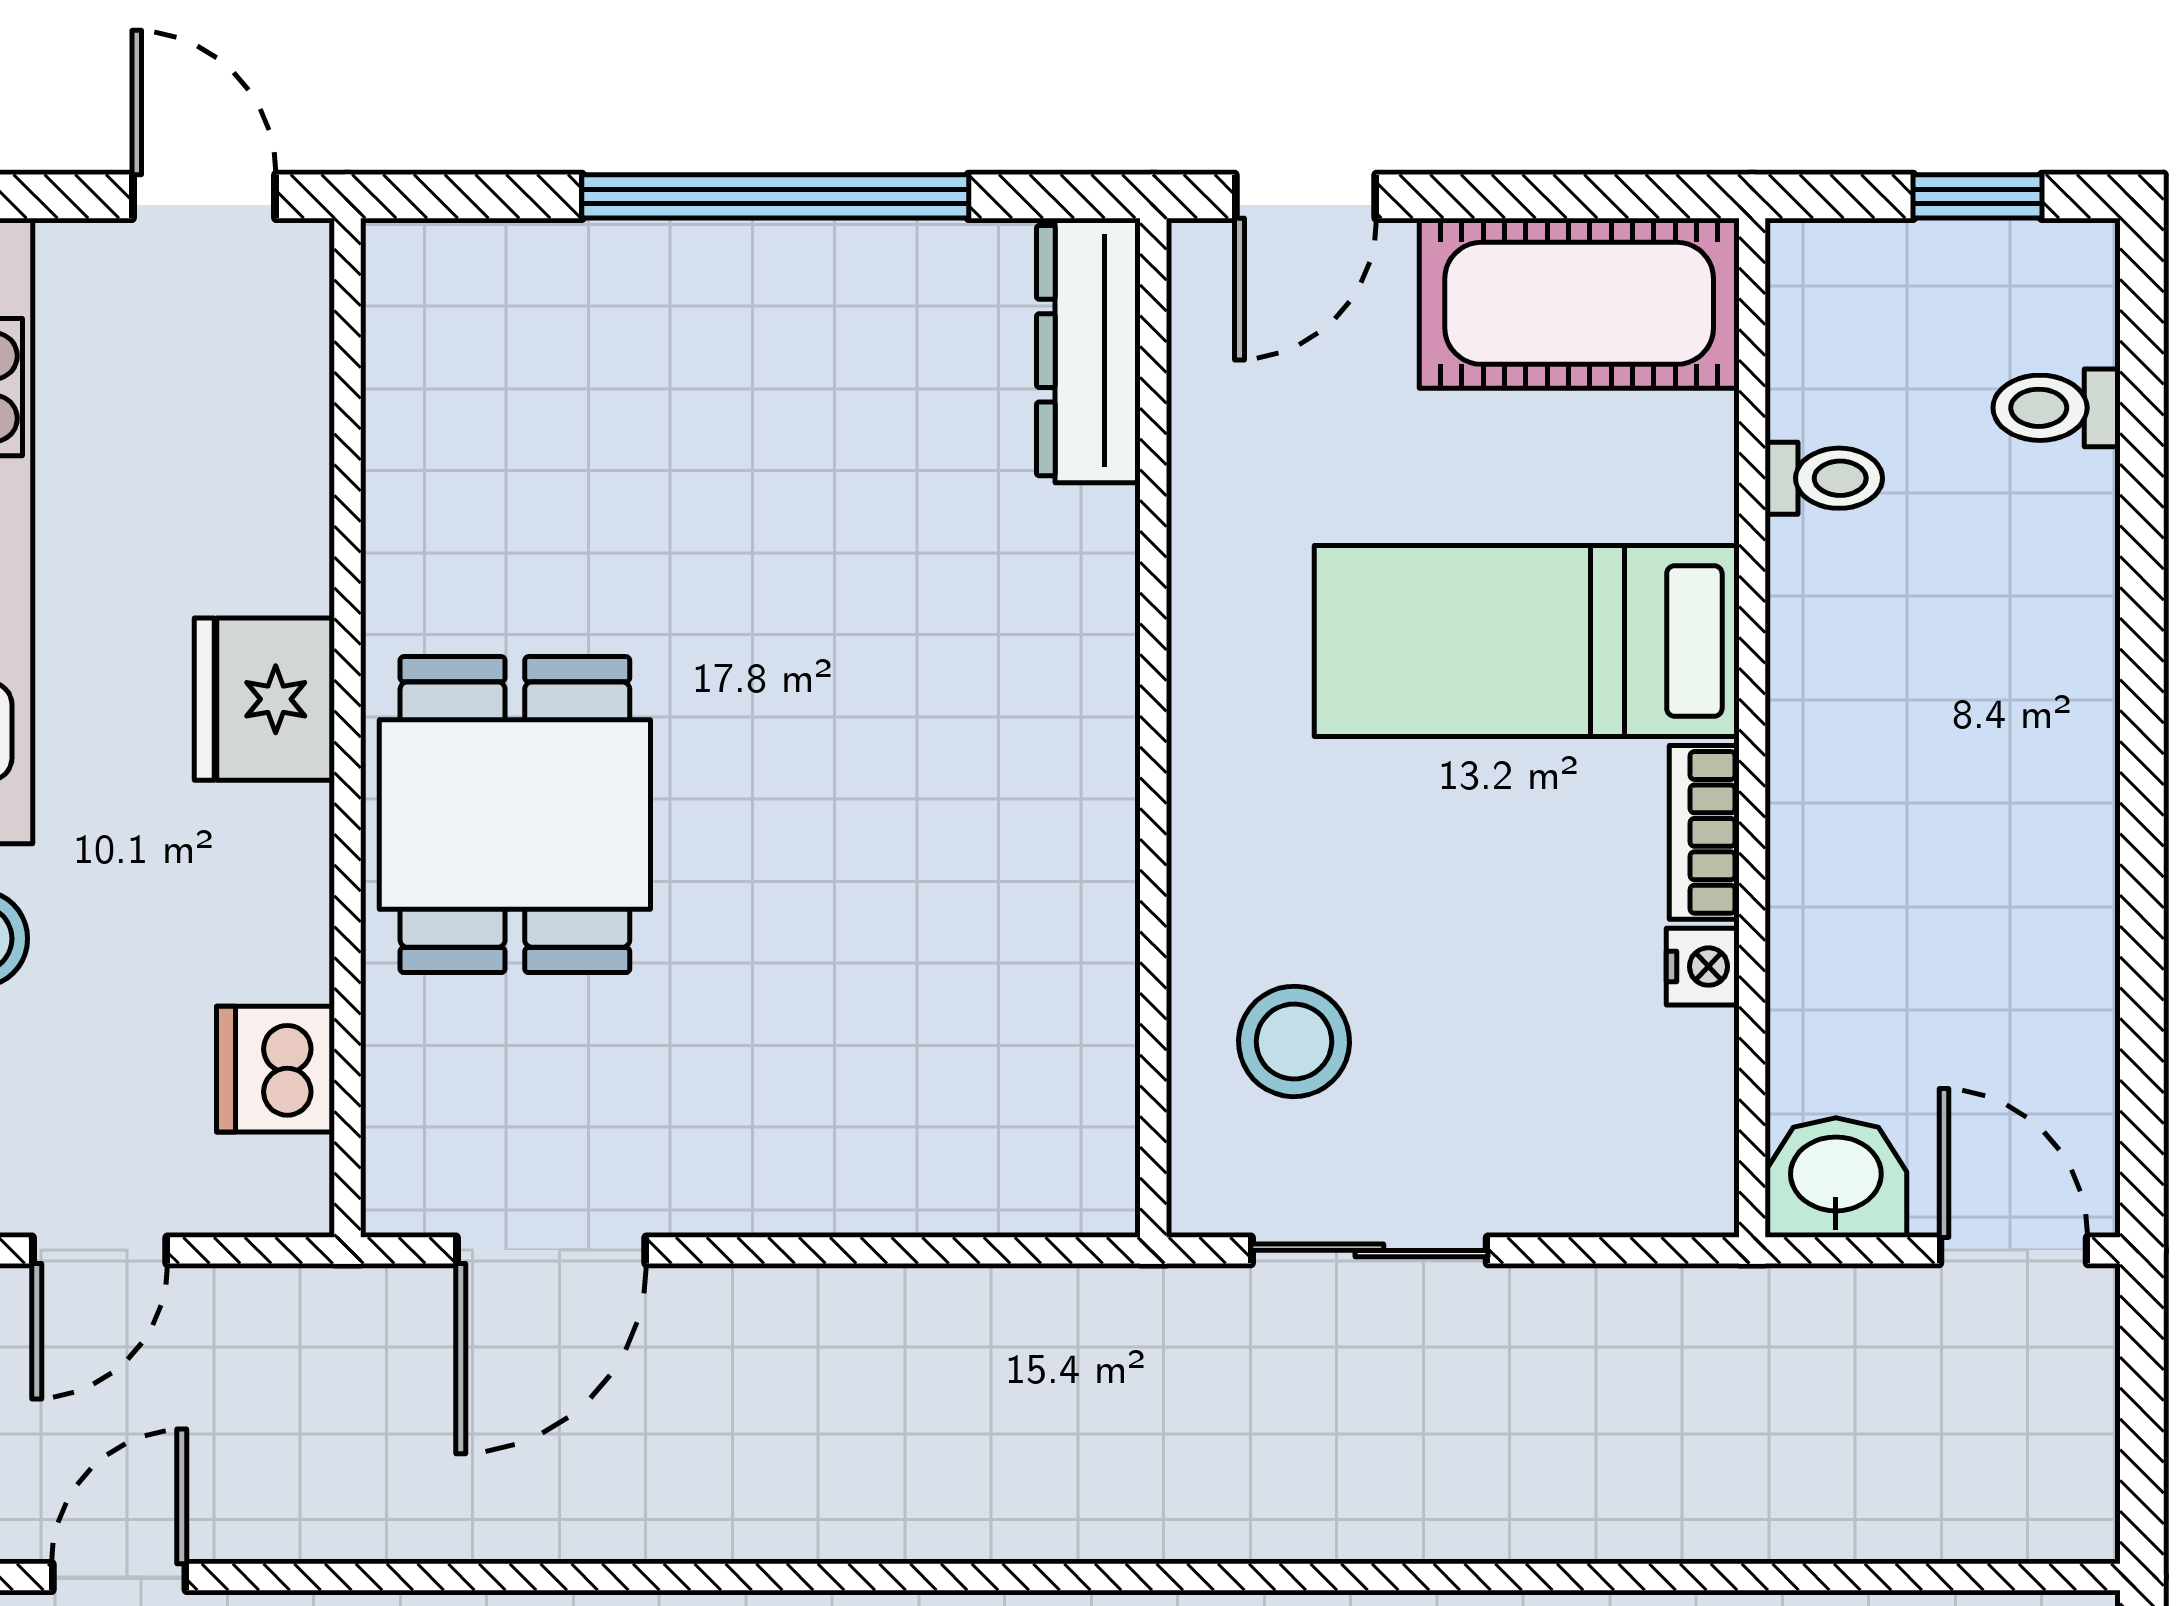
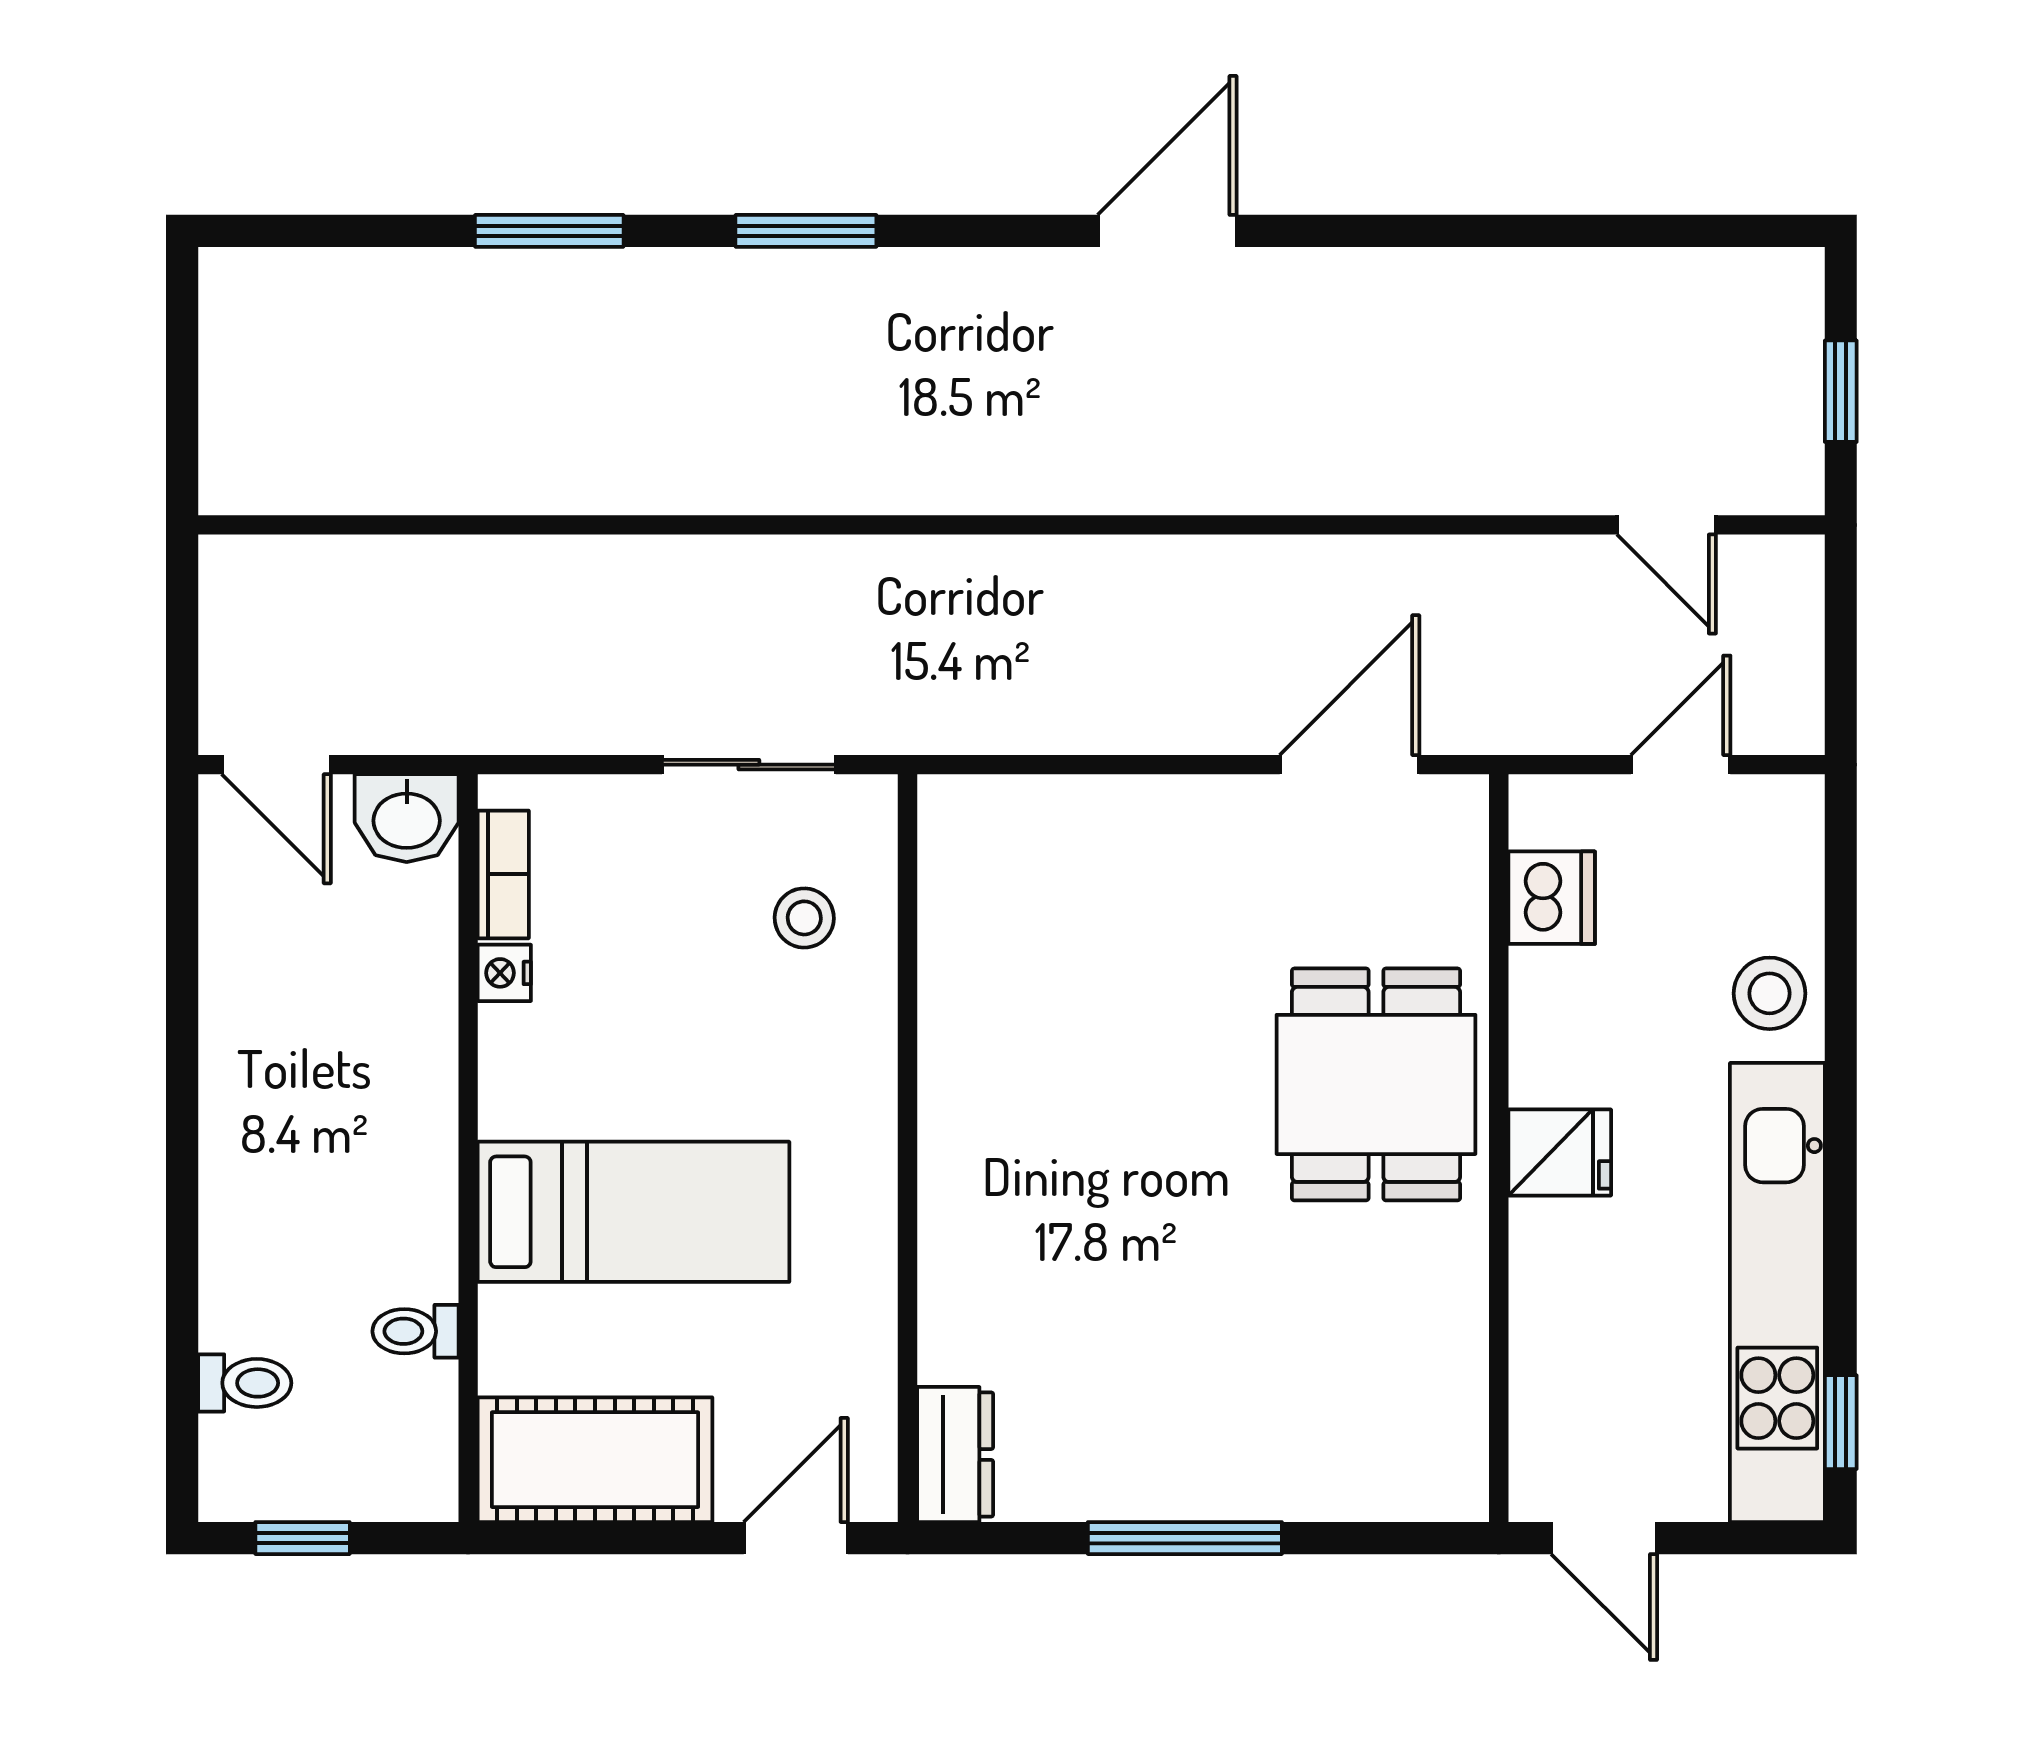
window: (775, 196) -> (1185, 1538), width x0.68
dresser: (1088, 351) -> (955, 1454), width x0.70
fridge: (264, 699) -> (1560, 1153), width x0.72
bookcase: (1704, 832) -> (503, 874), moved
stool: (1294, 1041) -> (804, 918), width x0.73, depth x0.73
door: (119, 1577) -> (1666, 525), hinge flipped

